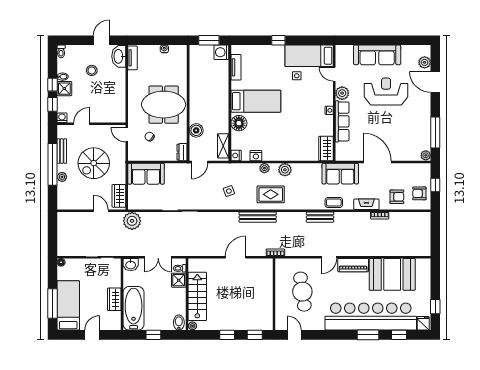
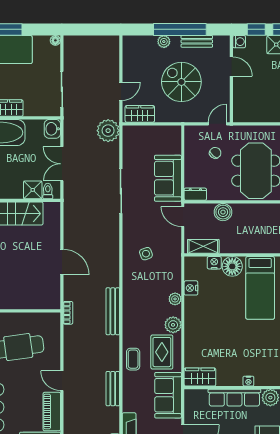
nightstand: (236, 155) -> (214, 263), moved
sofa: (146, 174) -> (168, 178), moved
rug: (271, 194) -> (162, 352), moved
coffee table: (334, 202) -> (133, 359), moved
bench: (258, 217) -> (113, 311), moved
bench: (320, 217) -> (113, 389), moved

